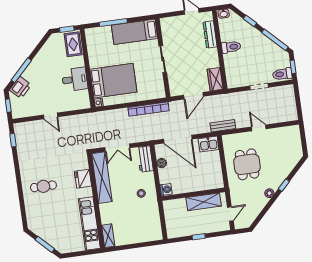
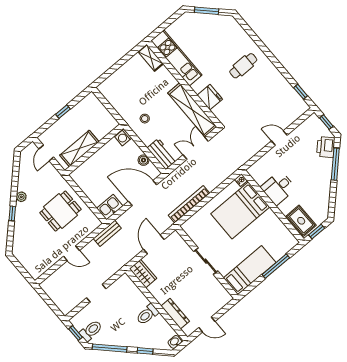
toilet: (282, 74) -> (91, 331), moved
dining table: (247, 164) -> (60, 211), turned 90

